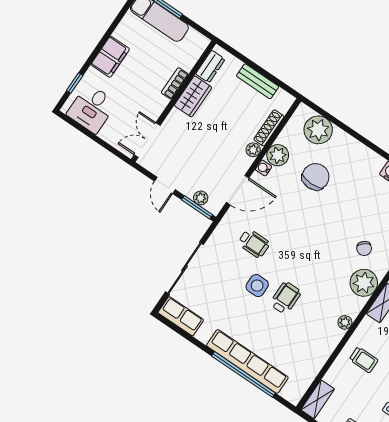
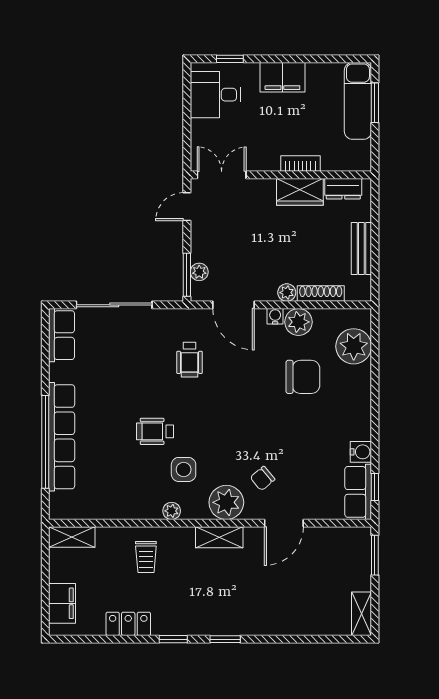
door: (165, 185) -> (187, 207), moved
side table: (257, 286) -> (184, 469), moved
wheelchair: (285, 298) -> (155, 431), turned 180

